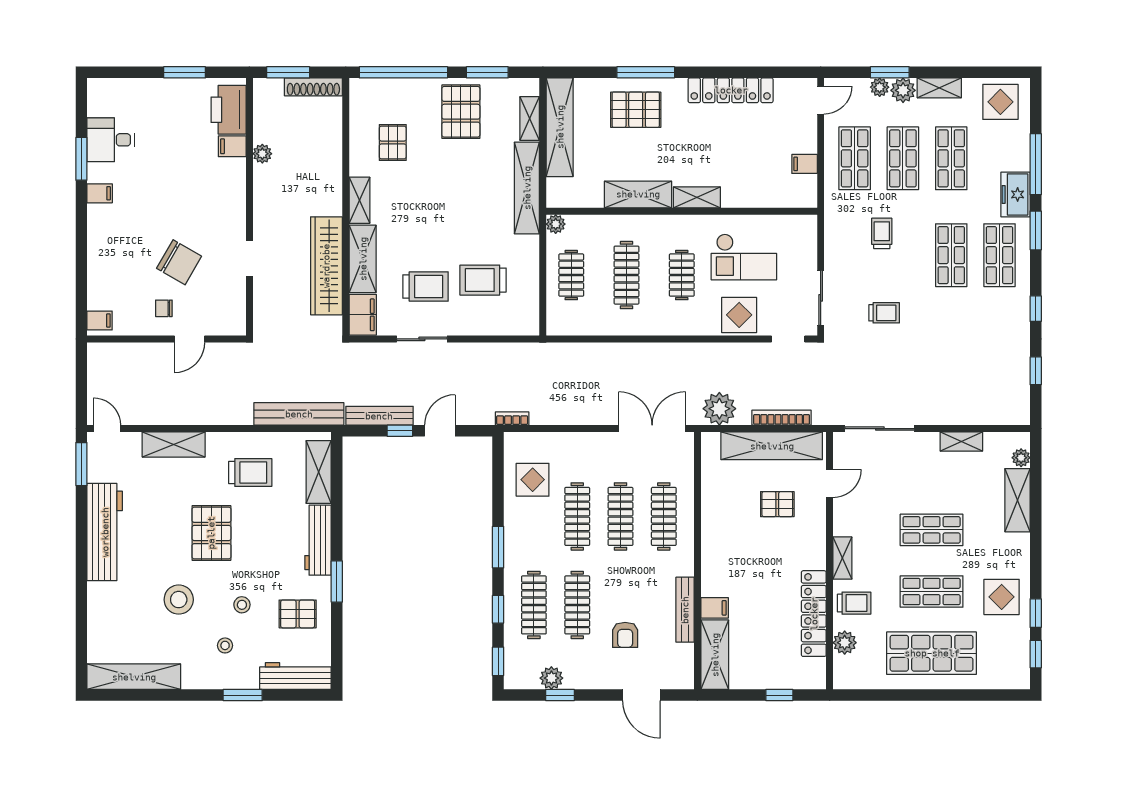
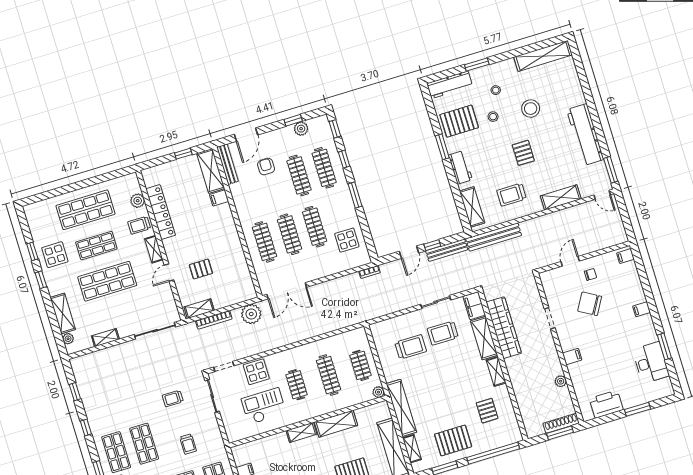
window: (185, 72) -> (637, 409), moved
shoe rack: (313, 87) -> (561, 423), moved
printer: (229, 110) -> (606, 404), moved, turned -90
pallet: (461, 112) -> (453, 440), turned 90
desk: (111, 140) -> (651, 363), width x1.37
filing cabinet: (232, 146) -> (572, 356), moved
filing cabinet: (100, 193) -> (642, 309), moved
shelving: (772, 446) -> (199, 309), width x0.45, depth x0.75
door: (830, 483) -> (169, 273), moved
shop shelf: (932, 530) -> (107, 281), width x1.43, depth x1.36
pallet: (211, 533) -> (523, 153), width x0.67, depth x0.71
workbench: (318, 540) -> (460, 167), width x0.73
bench: (685, 610) -> (227, 164), moved
pallet: (298, 614) -> (459, 121), width x1.50, depth x1.42
window: (1036, 654) -> (41, 280), moved
door: (641, 695) -> (246, 135), swing flipped
window: (779, 695) -> (183, 154), moved

